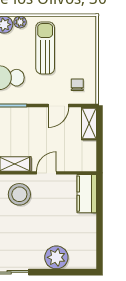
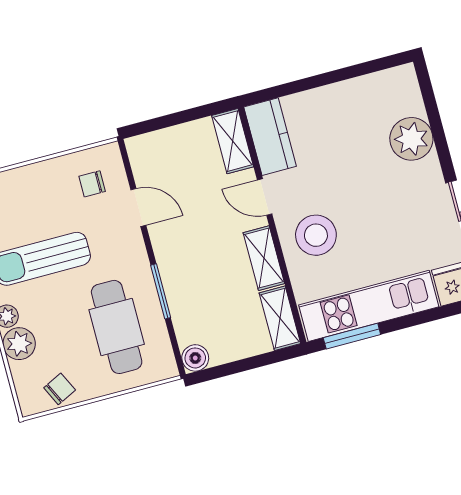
shelving: (89, 124) -> (233, 141), moved, turned 90
kitchen counter: (87, 194) -> (270, 137), moved, turned -90

